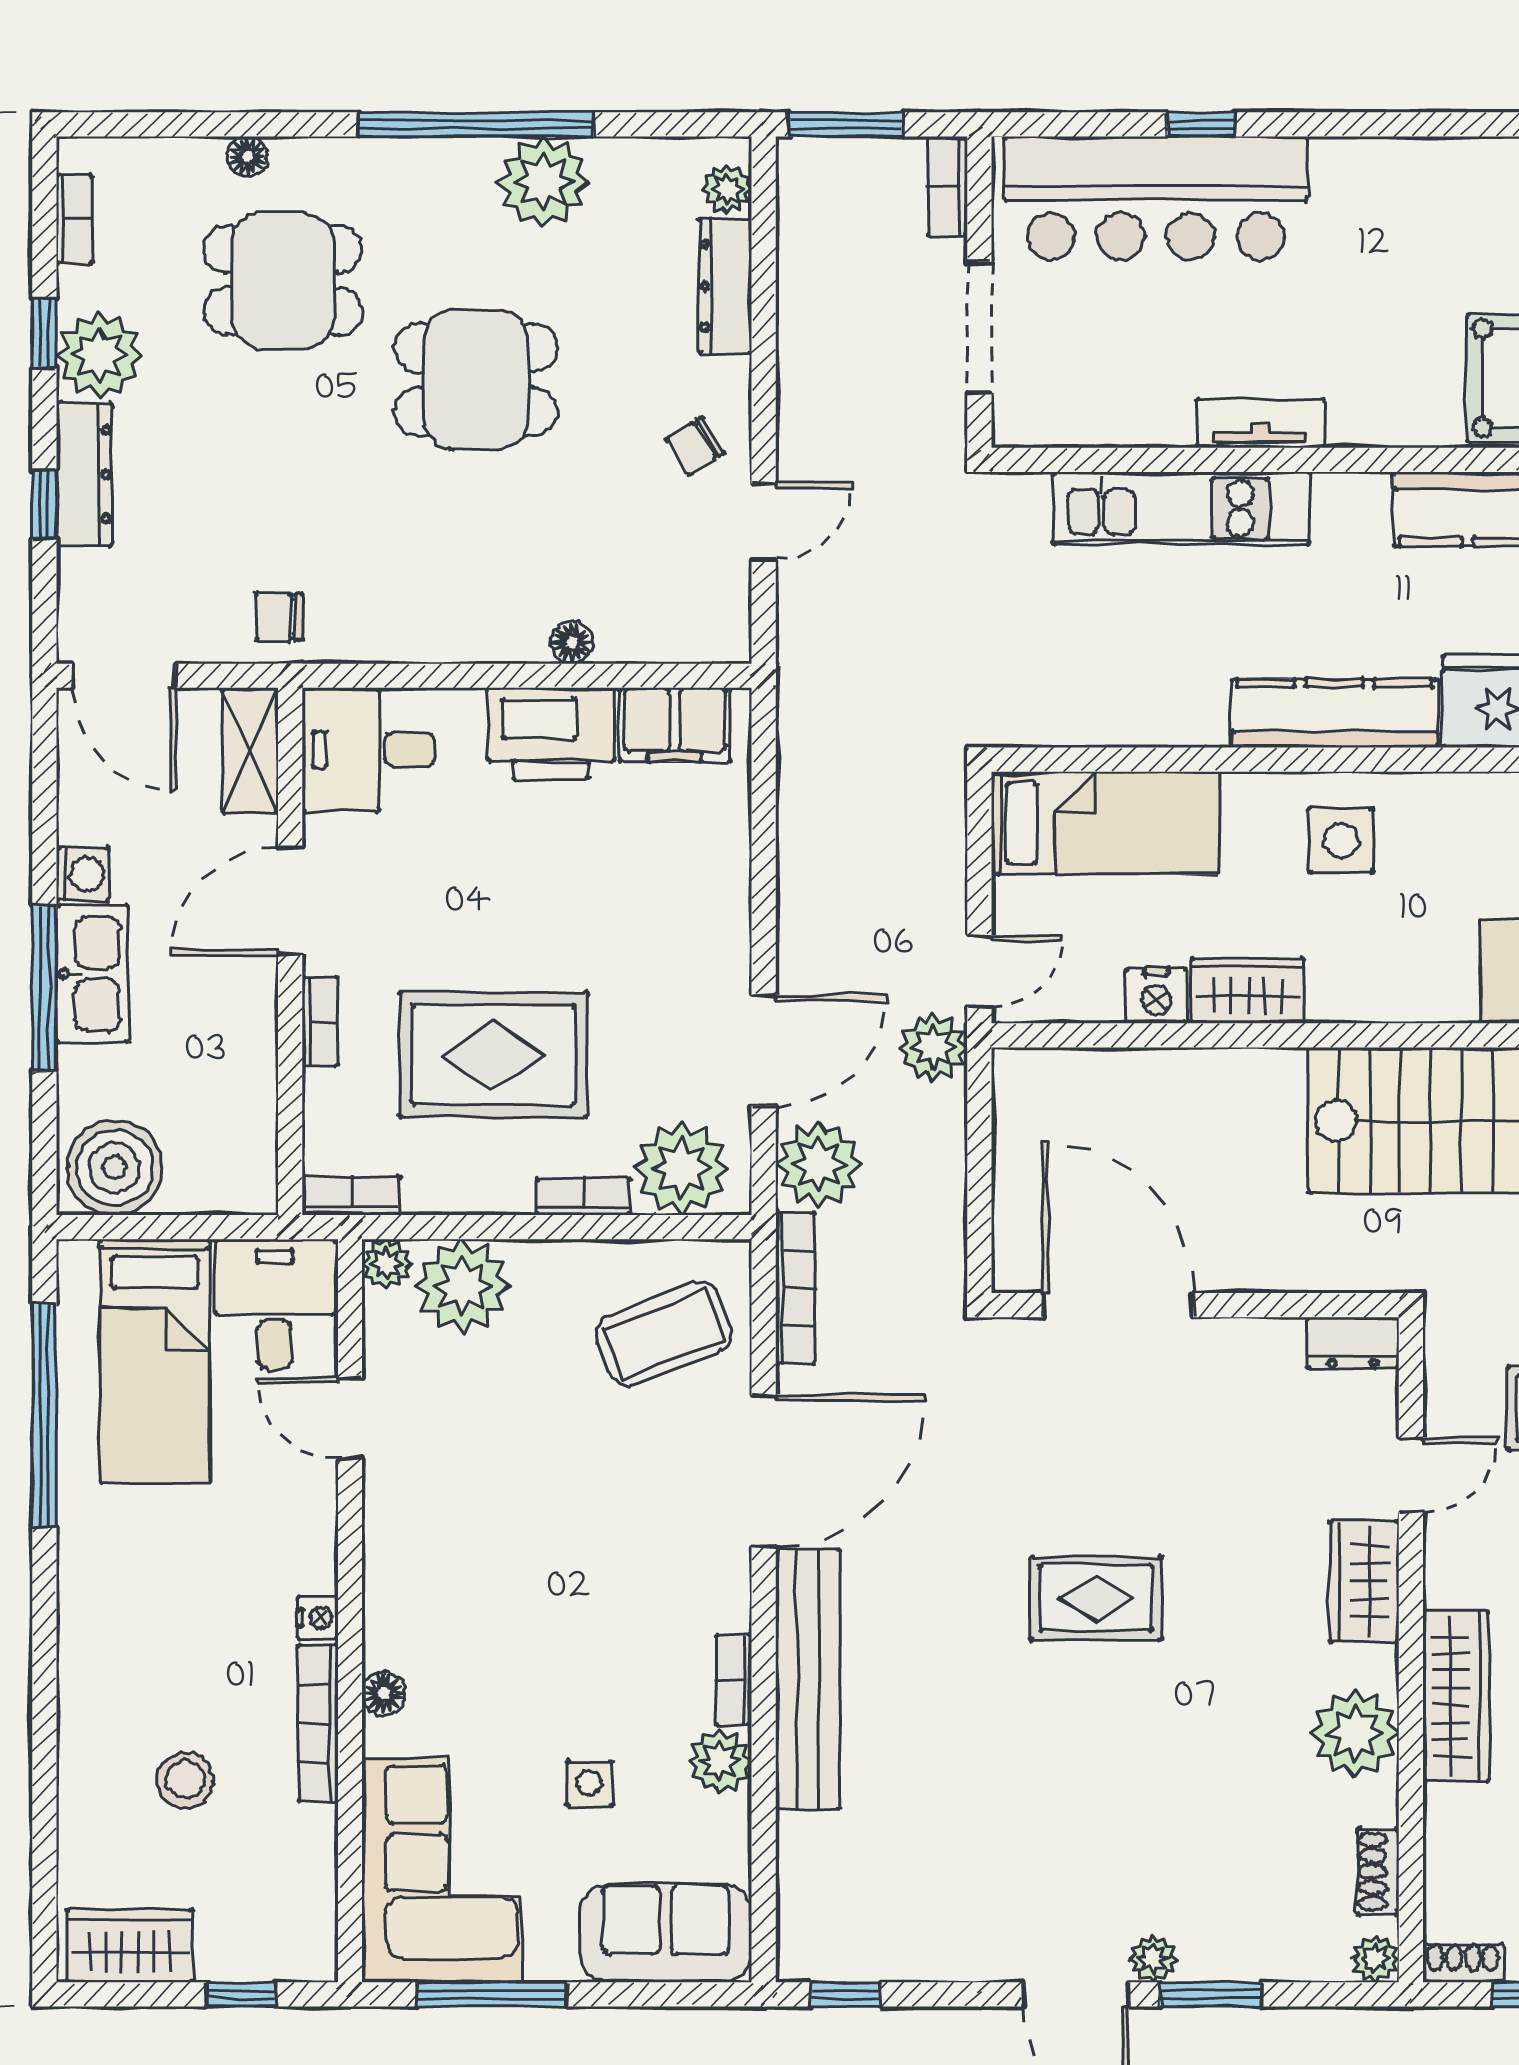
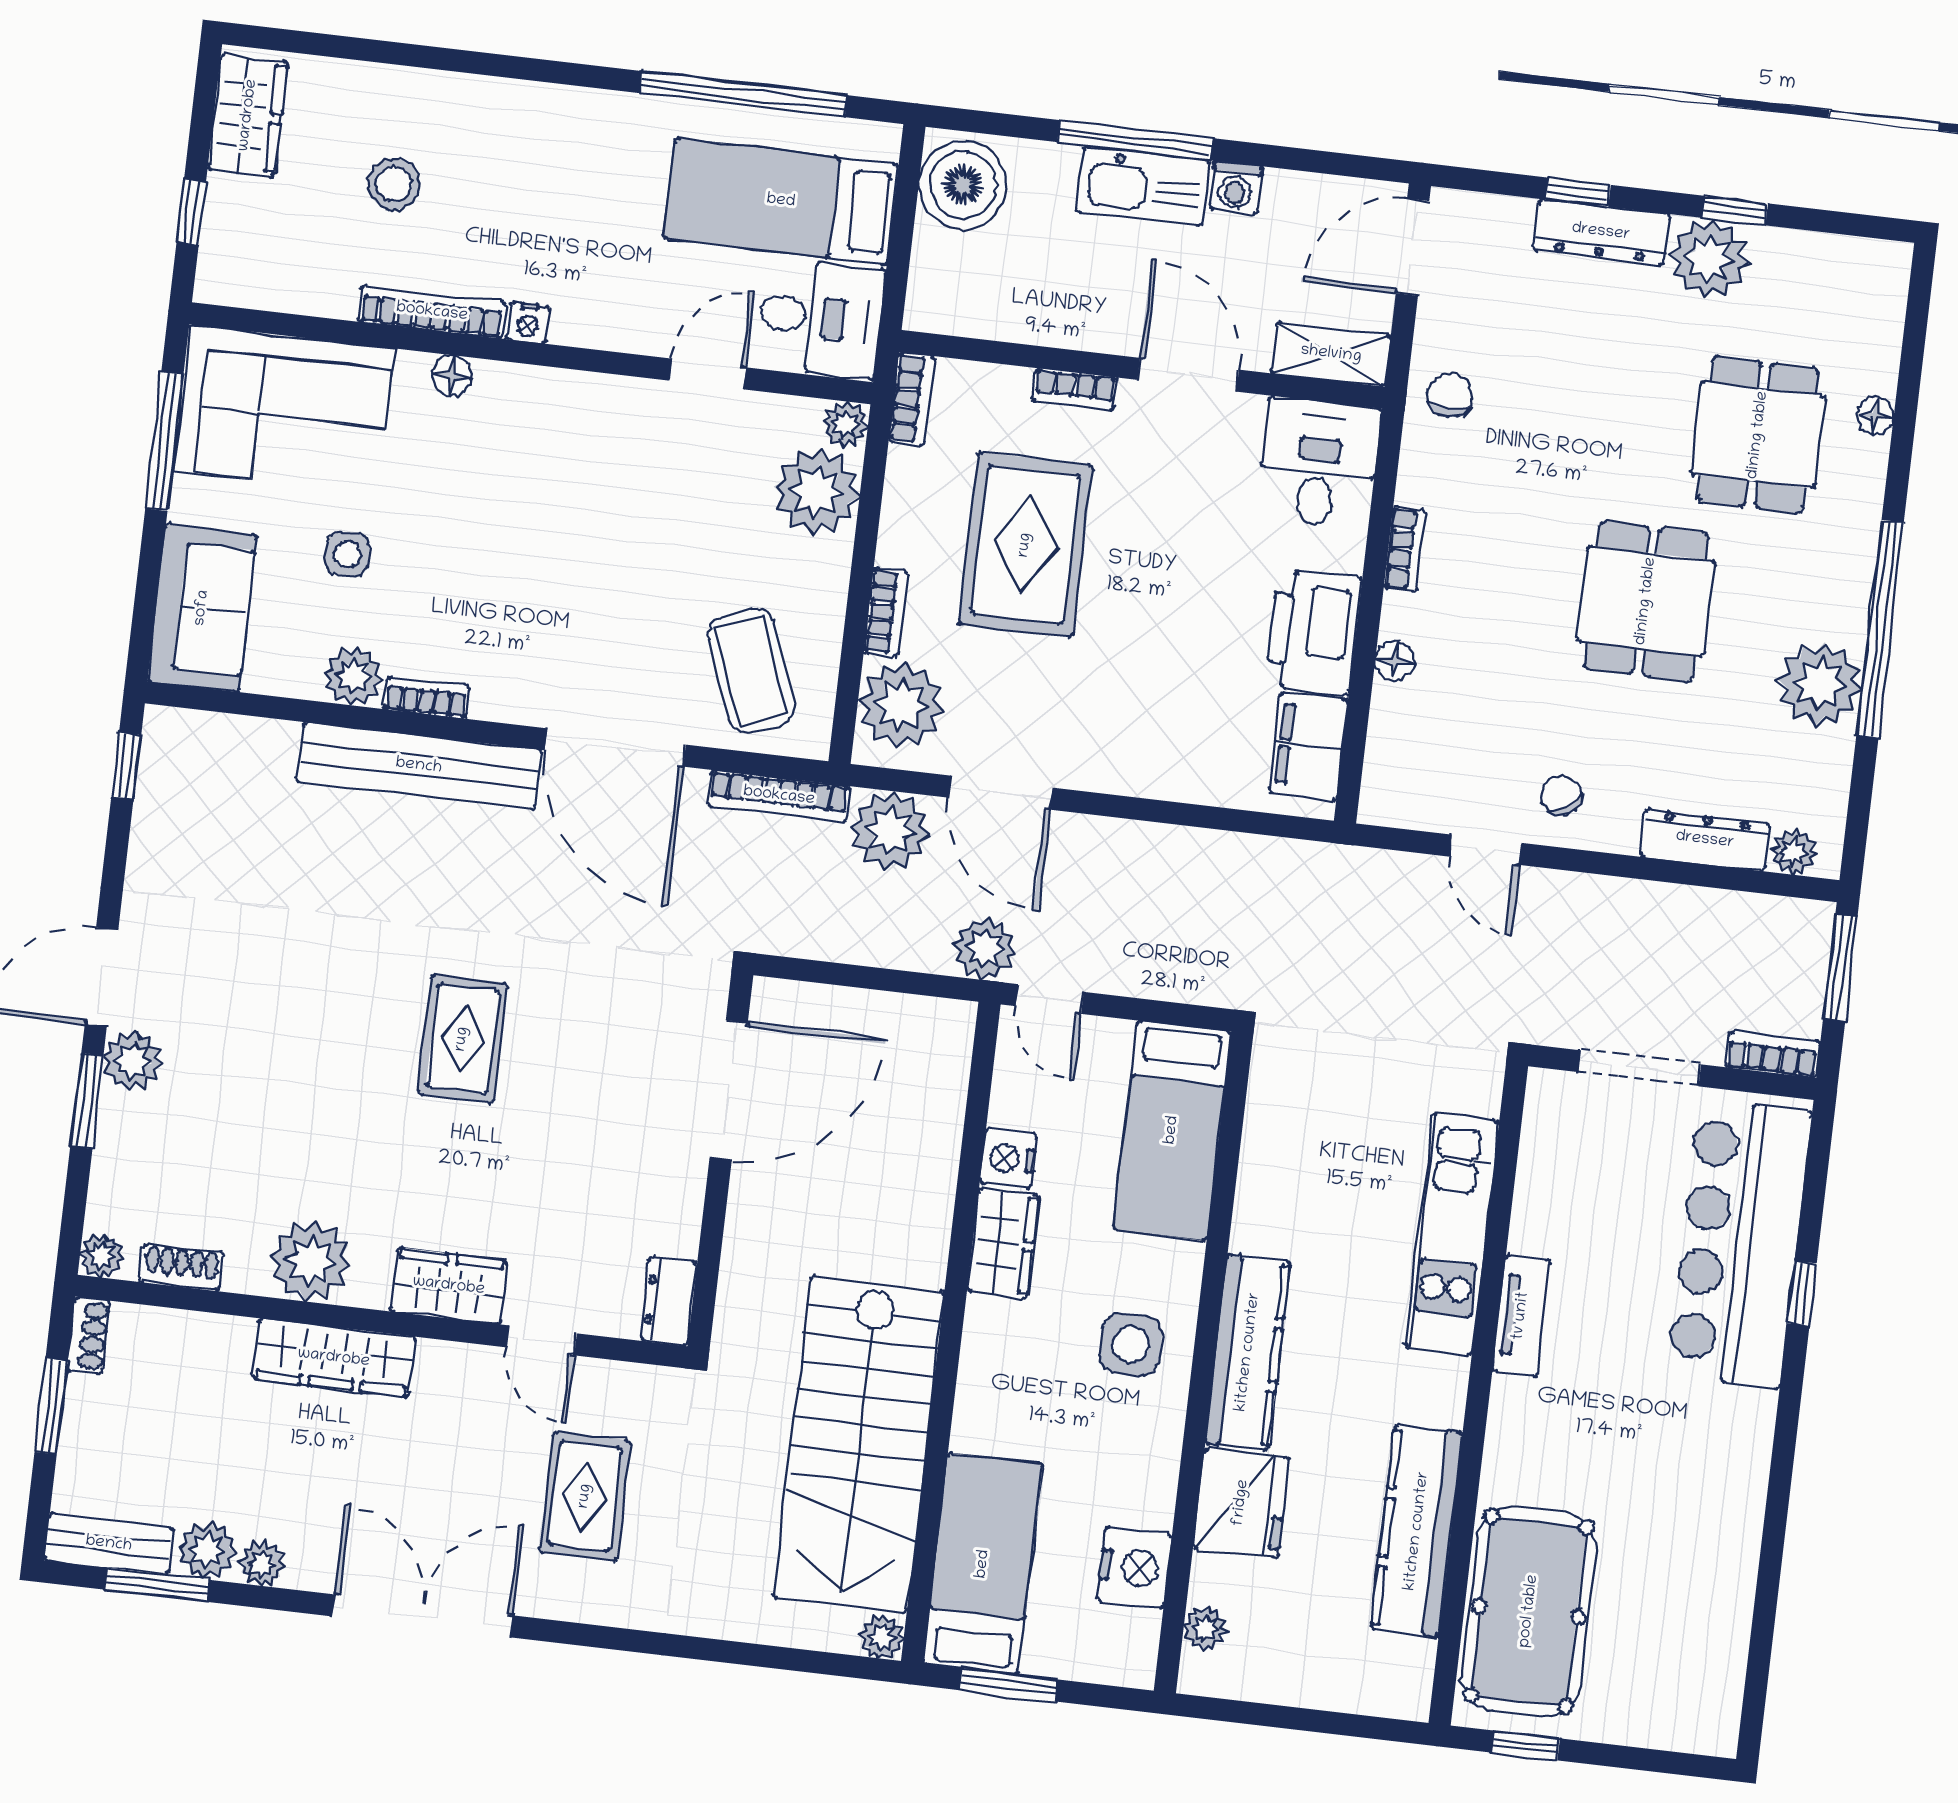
bookcase: (74, 219) -> (1405, 549), moved, turned -90
plant: (1153, 1959) -> (133, 1061), width x1.38, depth x1.38

